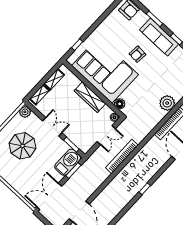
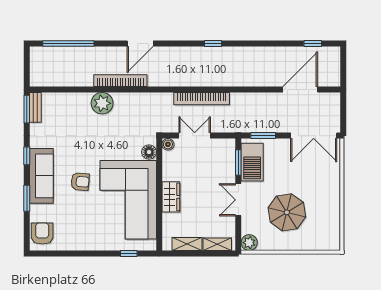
wardrobe: (90, 97) -> (171, 197), width x0.67
barbecue: (68, 162) -> (252, 162), moved, turned -90

